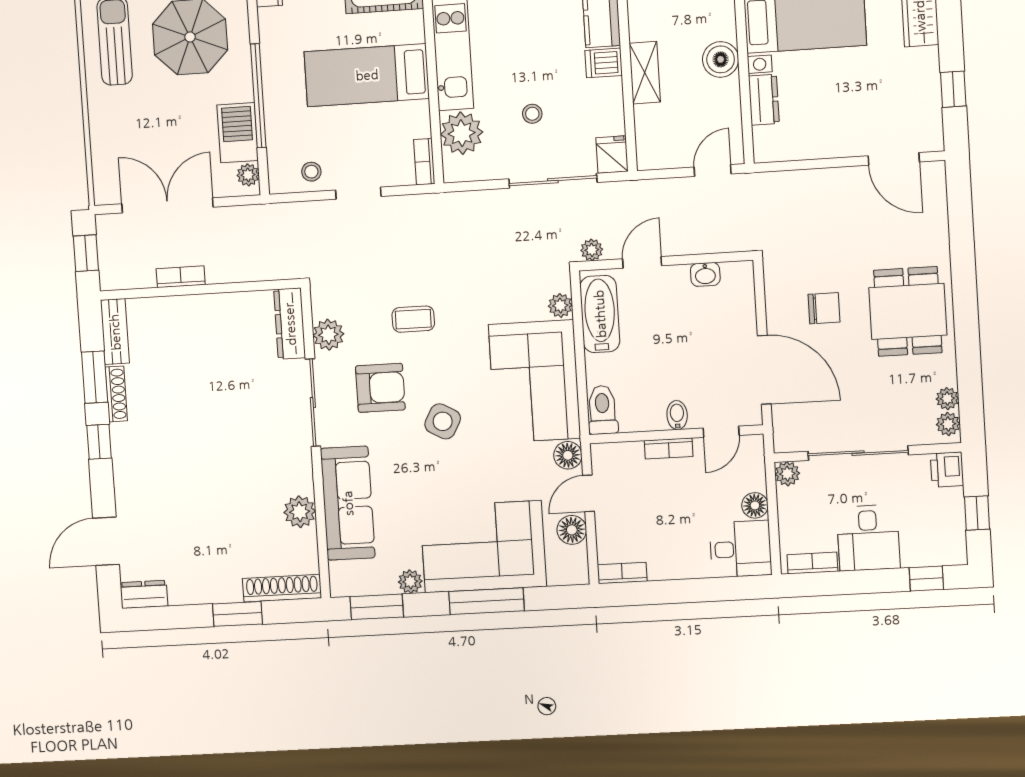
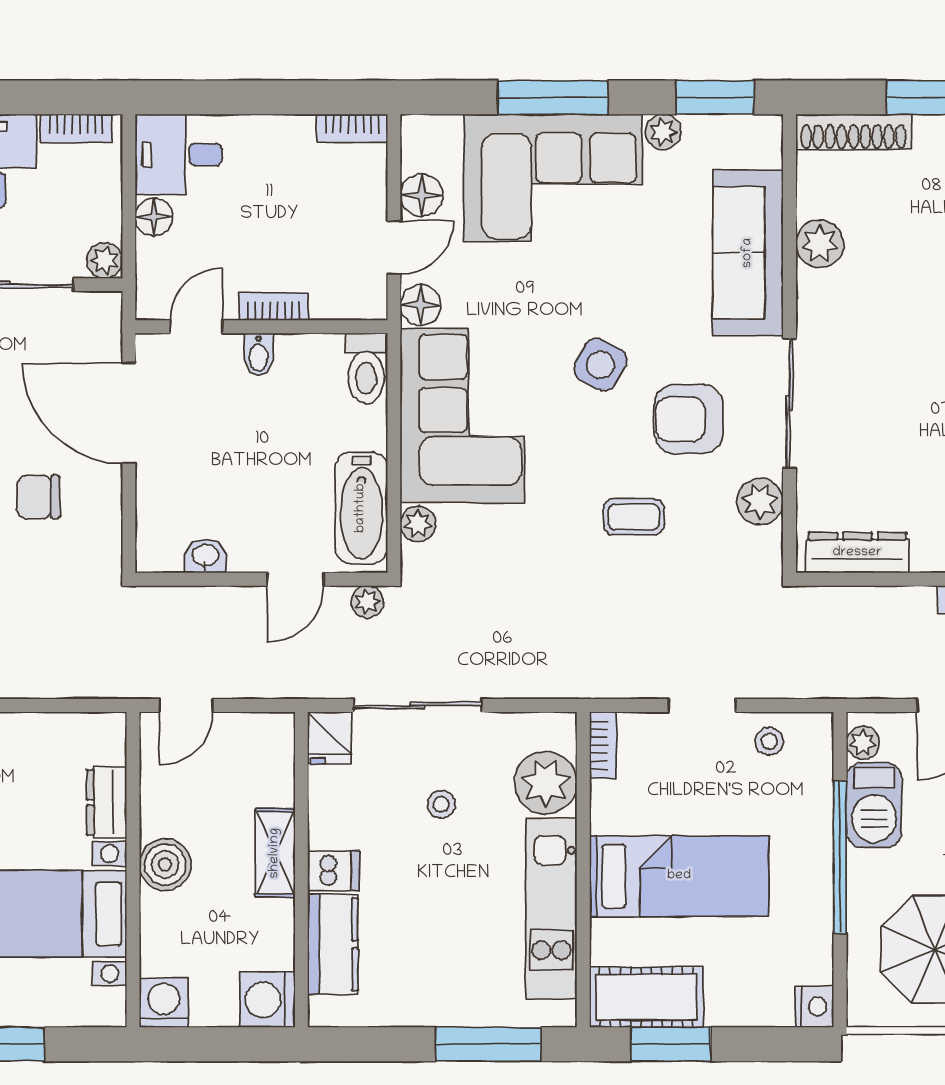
dresser: (290, 324) -> (857, 553), moved, turned -90

